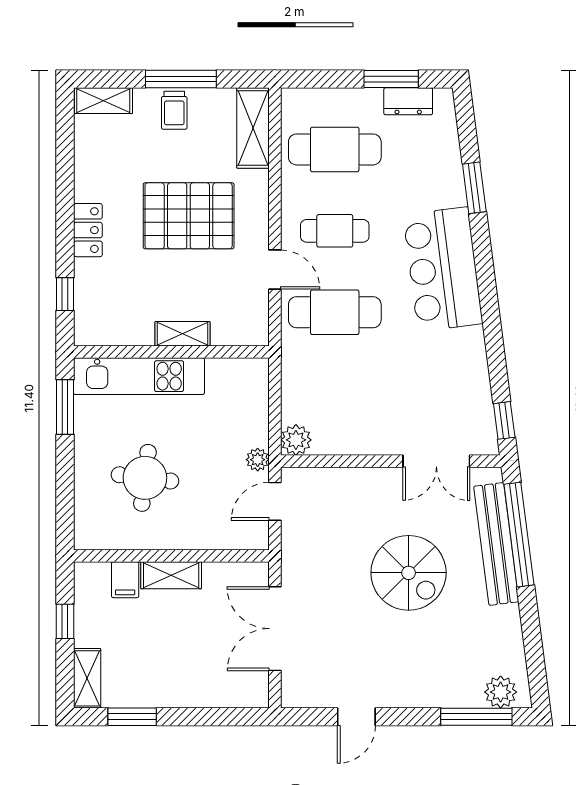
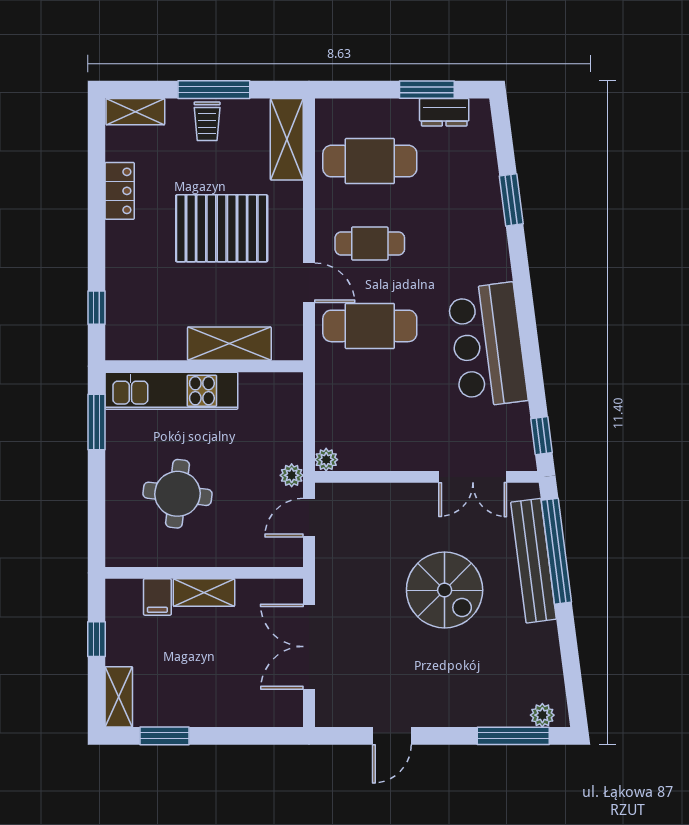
locker: (88, 230) -> (120, 191), moved
bar counter: (443, 269) -> (487, 345), moved
shelving: (182, 334) -> (229, 344), width x1.50, depth x1.33
plant: (296, 440) -> (326, 460), width x0.73, depth x0.73
plant: (501, 692) -> (542, 715), width x0.73, depth x0.73

